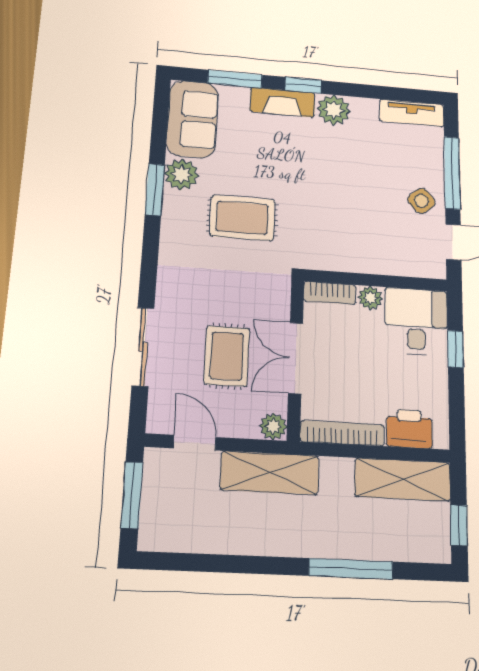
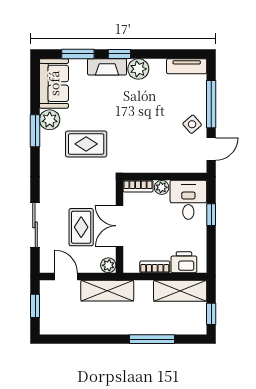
bookcase: (342, 433) -> (155, 267), width x0.64
window: (132, 495) -> (35, 306), width x0.67

